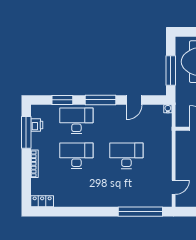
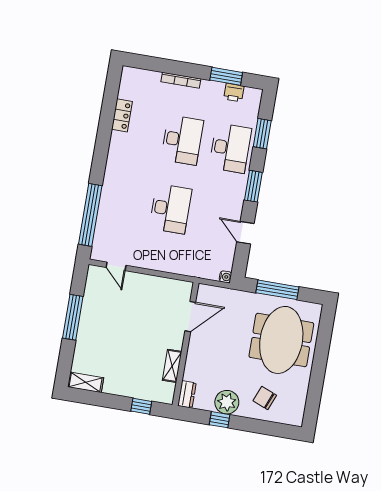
window: (101, 100) -> (253, 186), width x0.69
window: (26, 132) -> (226, 76), width x0.69
locker: (42, 201) -> (122, 115), moved

